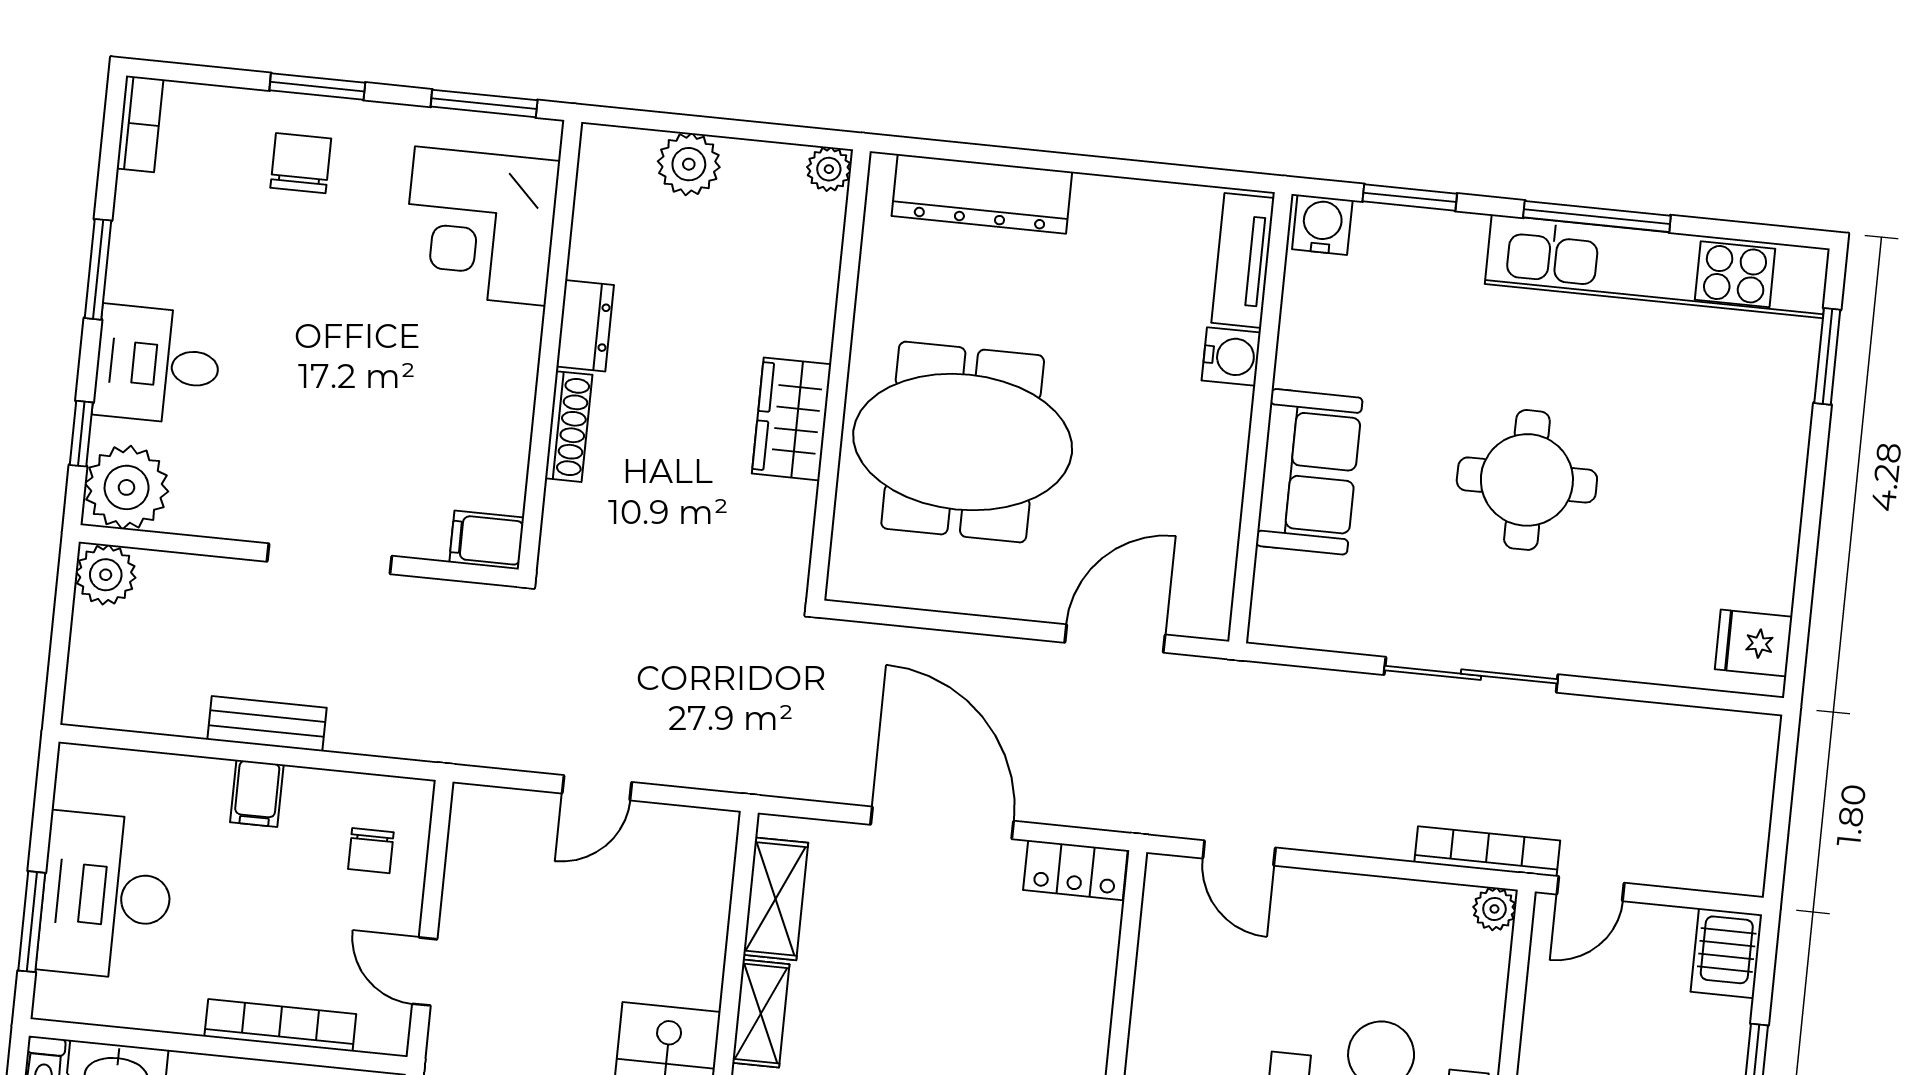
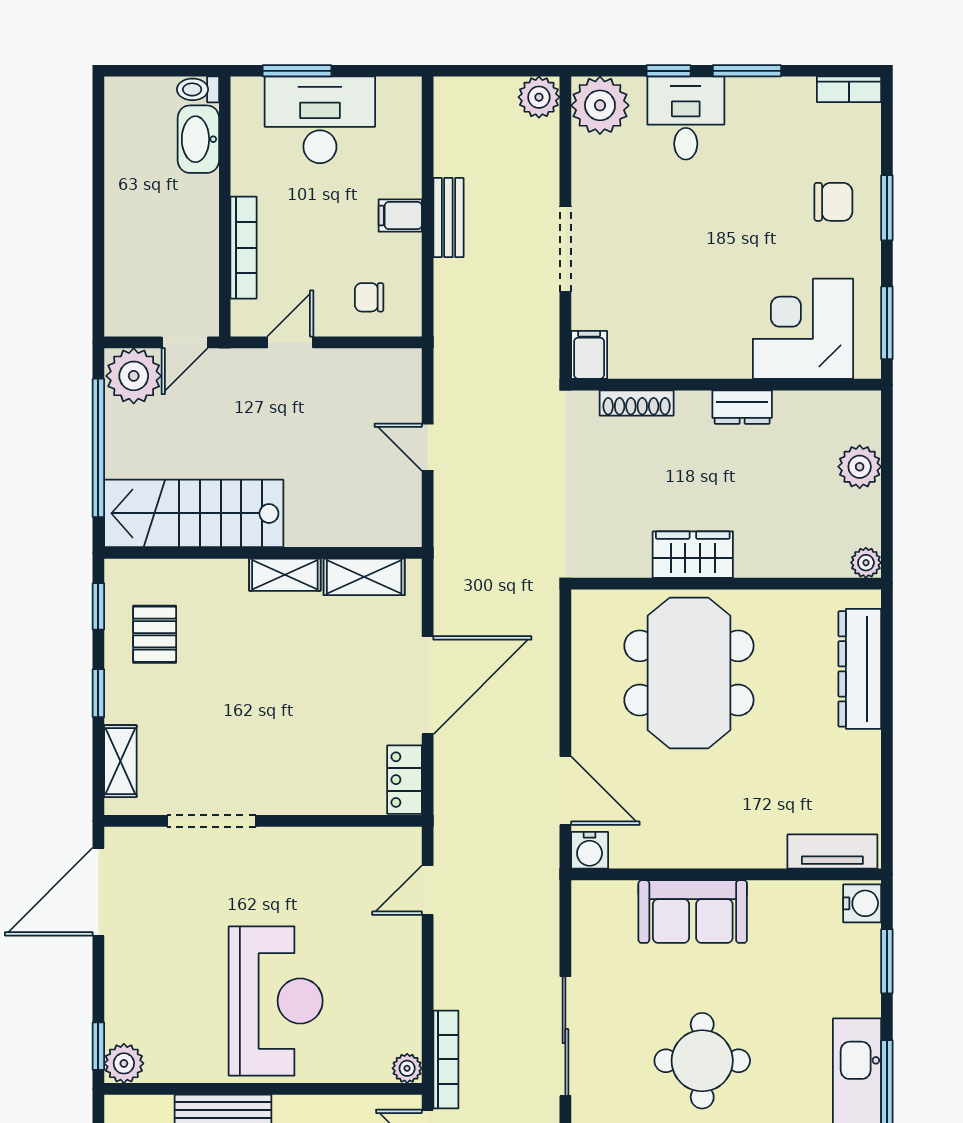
water cooler: (1231, 356) -> (590, 850), moved
shoe rack: (569, 427) -> (637, 403), moved
window: (81, 434) -> (669, 71), moved

